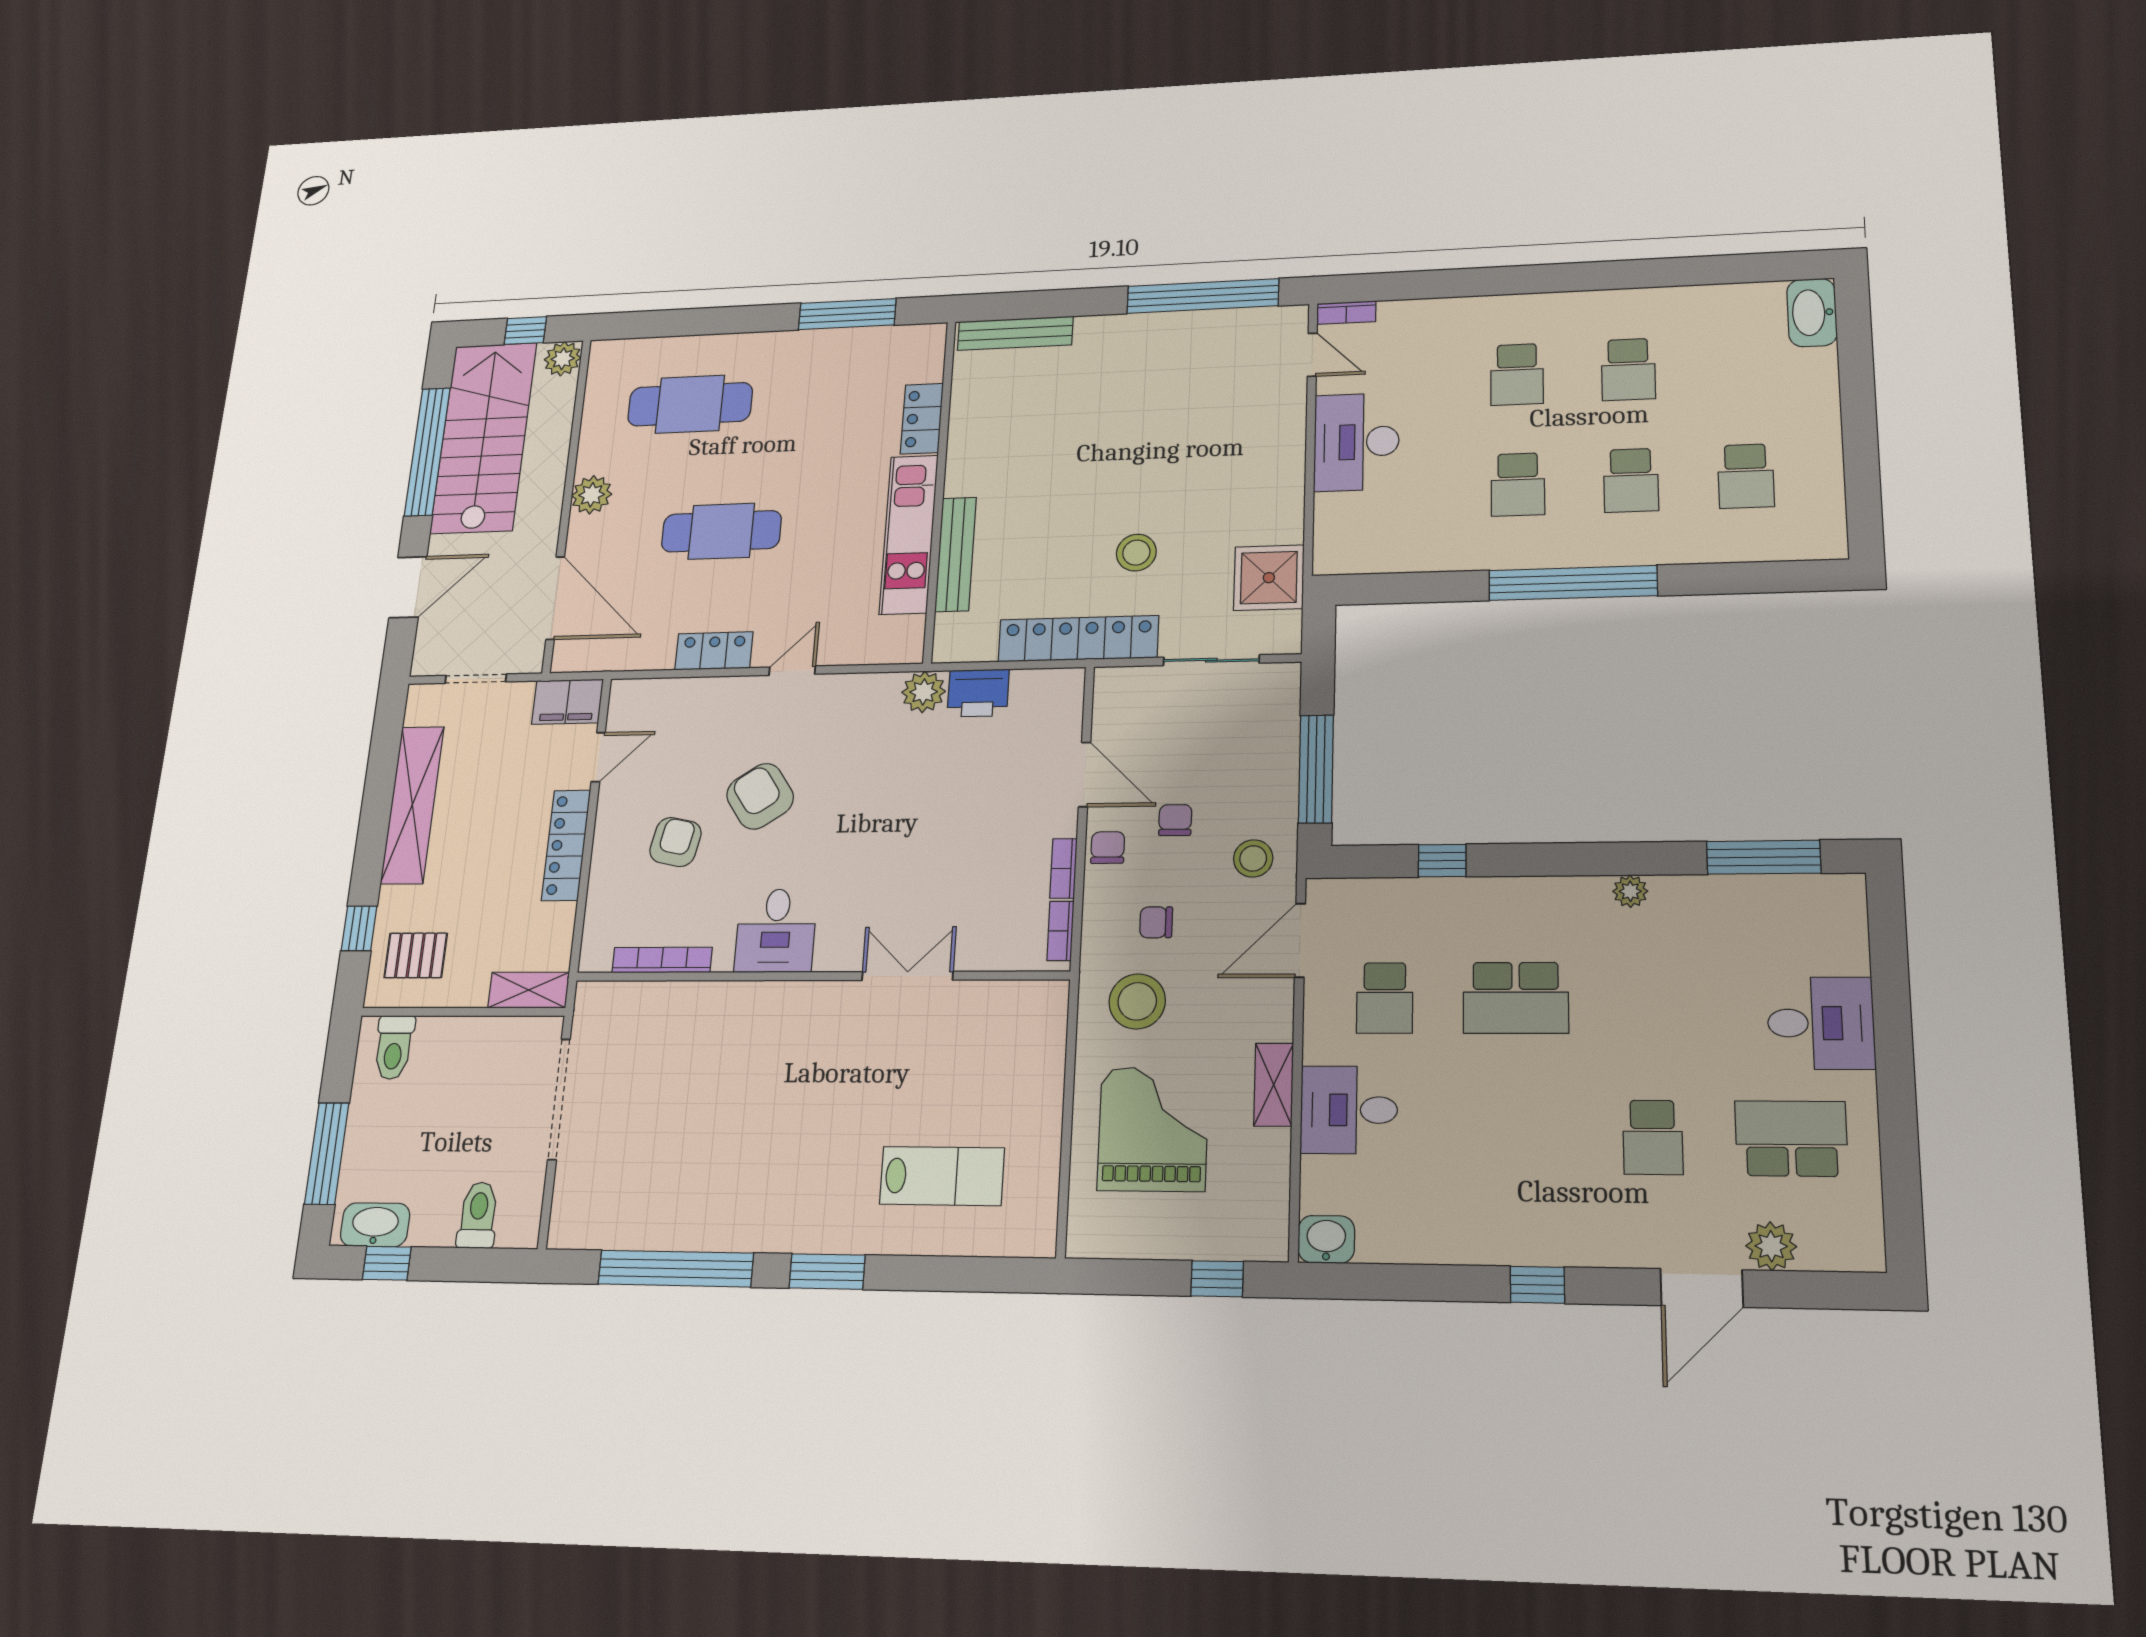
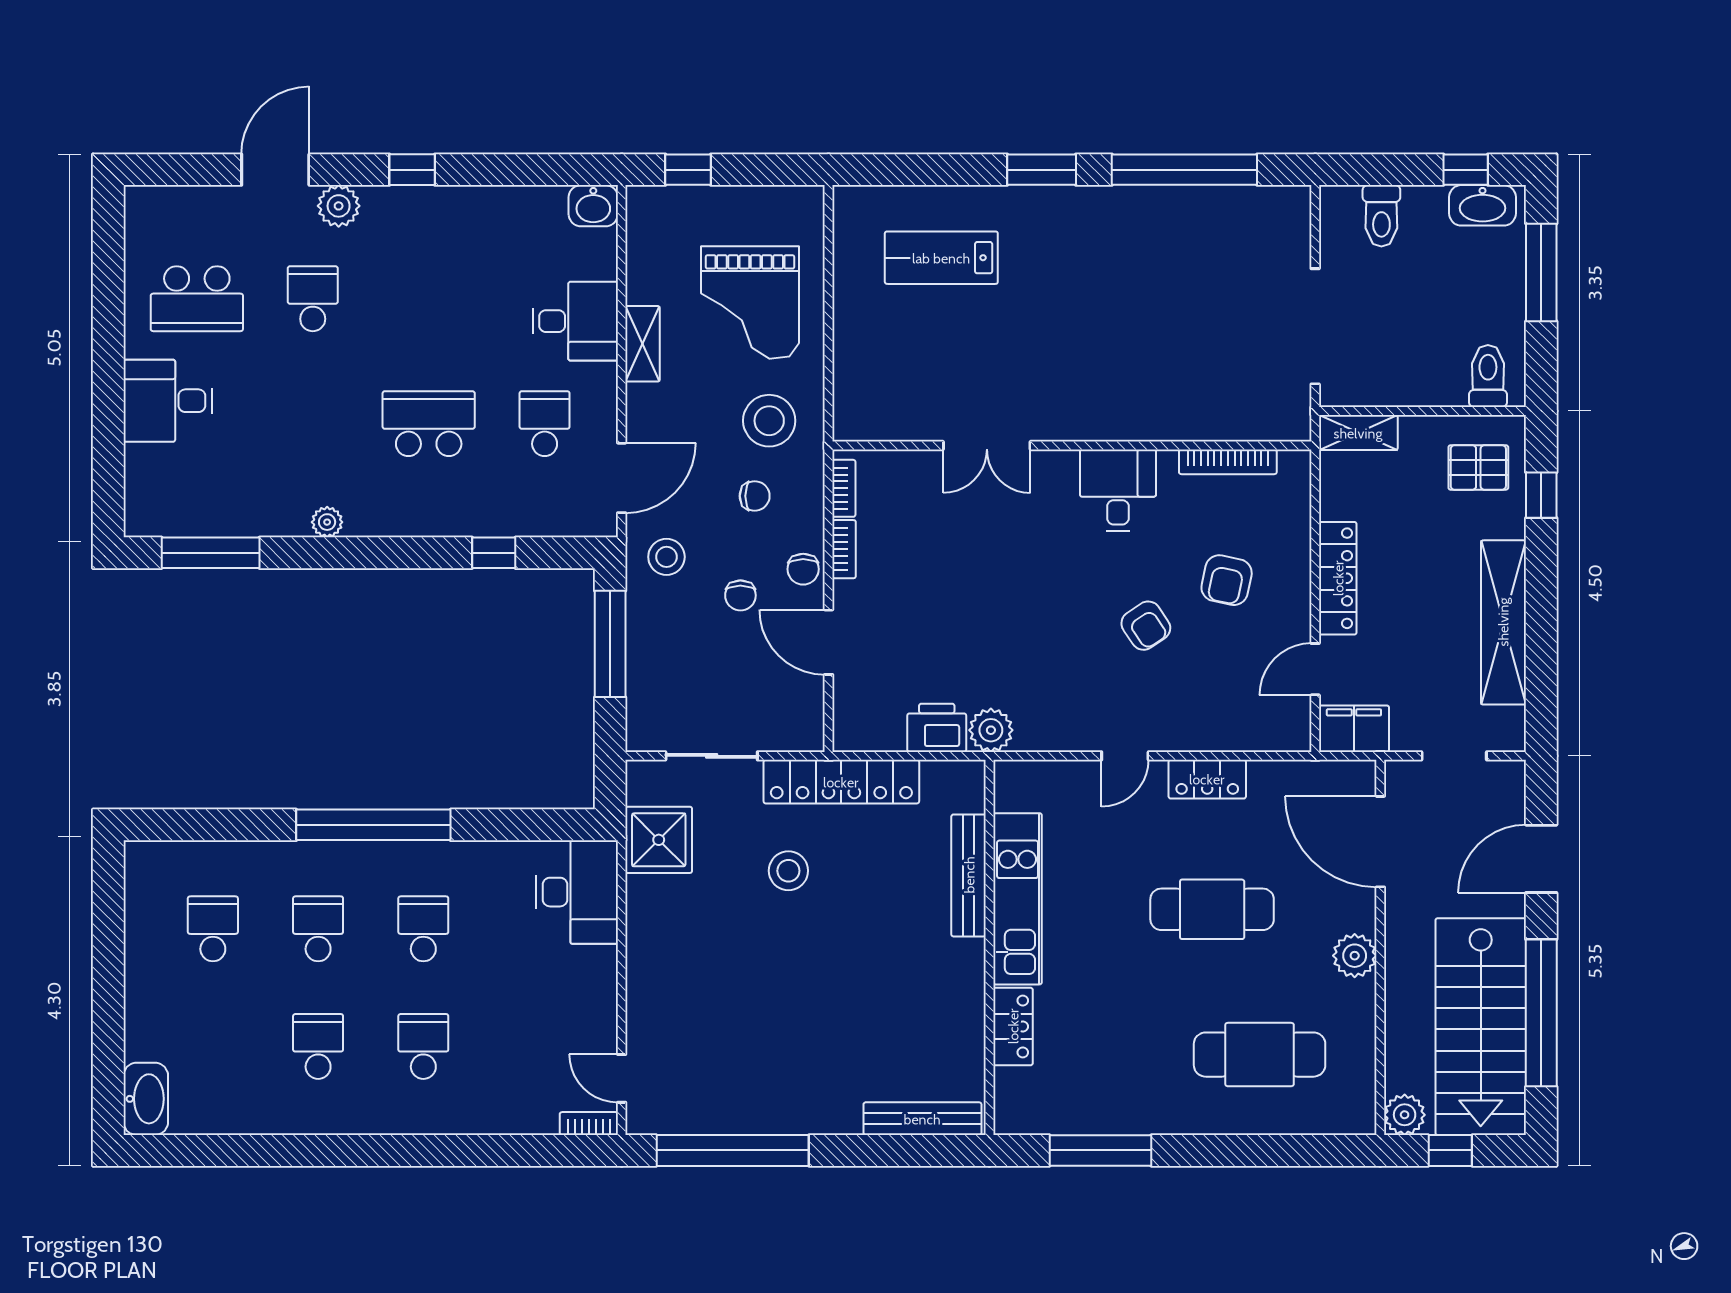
desk: (1356, 442) -> (577, 892), moved
armchair: (760, 796) -> (1146, 626), width x0.72, depth x0.72
plant: (1771, 1246) -> (339, 206), moved

